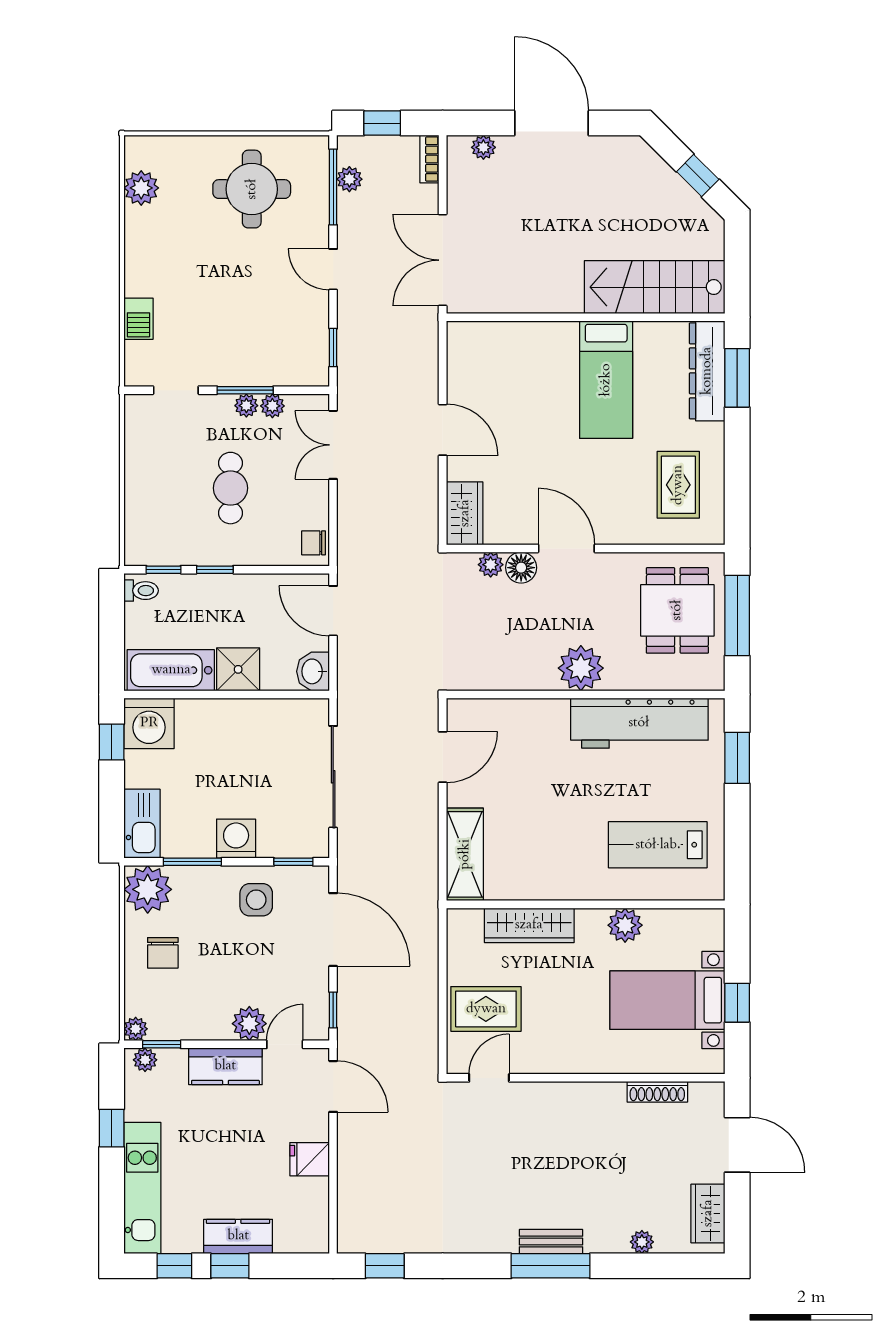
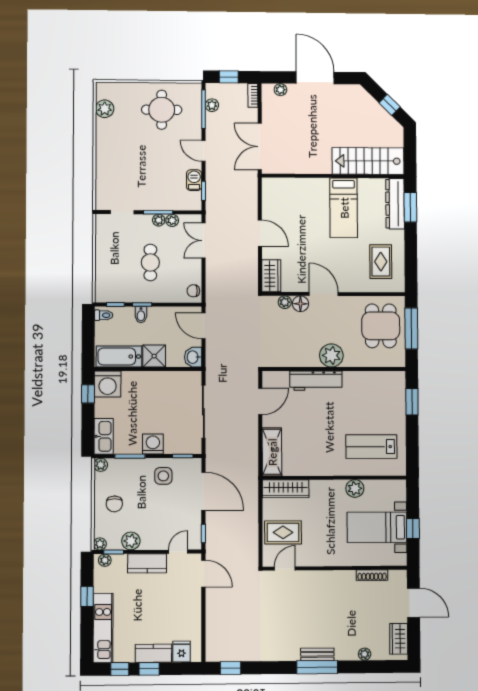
barbecue: (138, 319) -> (194, 180), moved, turned 180
bidet: (213, 589) -> (141, 315), added
workbench: (639, 723) -> (316, 381), moved, width x0.73, depth x0.76
plant: (148, 889) -> (101, 465), width x0.53, depth x0.53
wardrobe: (529, 925) -> (286, 489), moved
plant: (249, 1024) -> (131, 541), moved
fridge: (310, 1159) -> (182, 652), moved, turned 90

